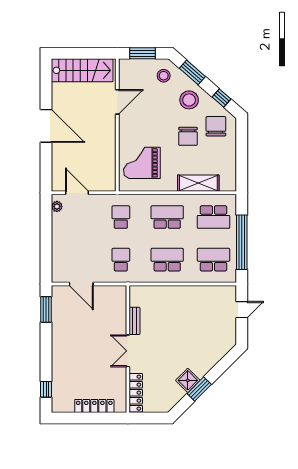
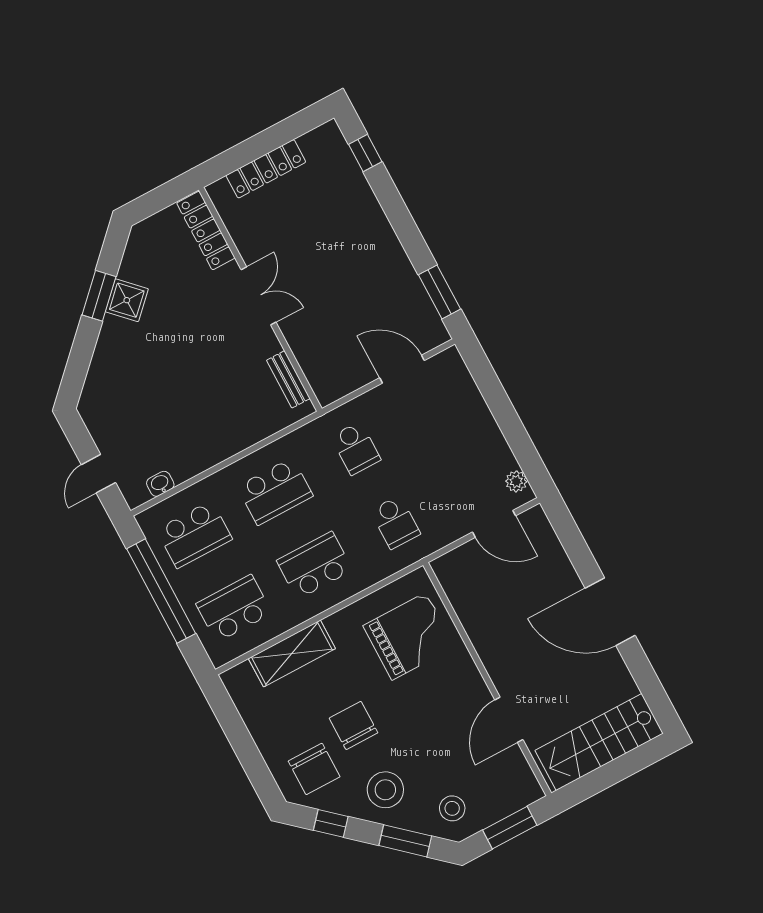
school desk: (167, 217) -> (315, 565), turned 180
washbasin: (217, 290) -> (160, 484), added
bench: (134, 321) -> (288, 379), moved

